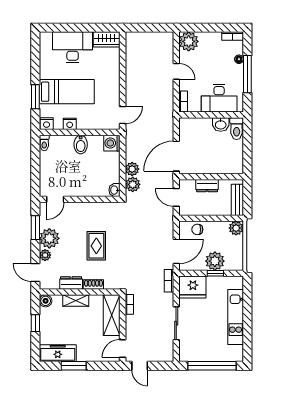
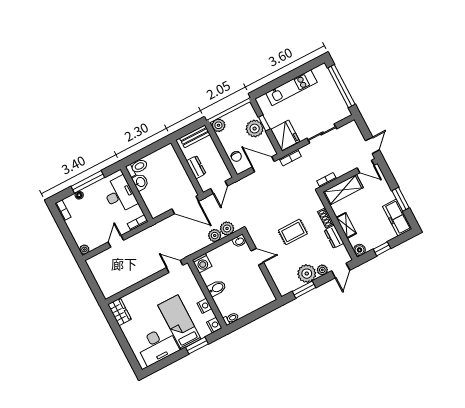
plant: (189, 41) -> (84, 250), width x0.53, depth x0.53
desk: (73, 47) -> (157, 346), moved, turned -90
door: (55, 199) -> (257, 257), moved

